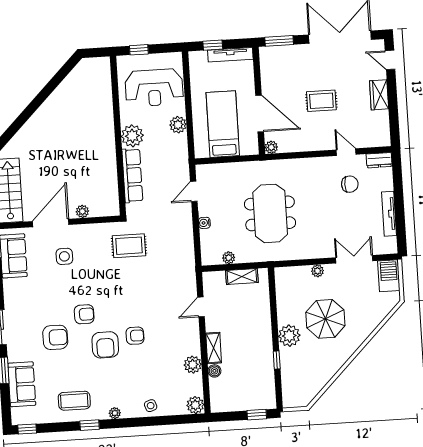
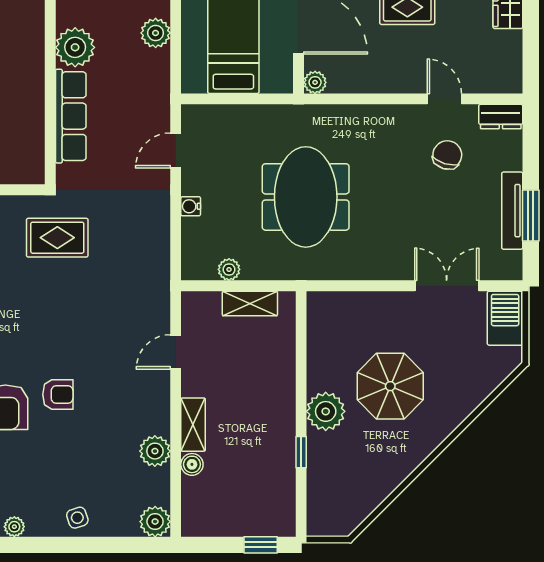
chair: (350, 184) -> (447, 155), turned -73
window: (400, 216) -> (531, 215), added
plant: (318, 271) -> (382, 302), removed

